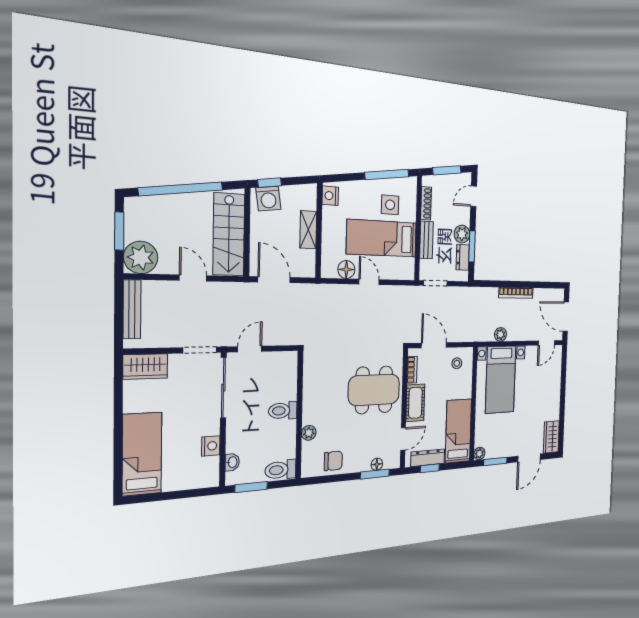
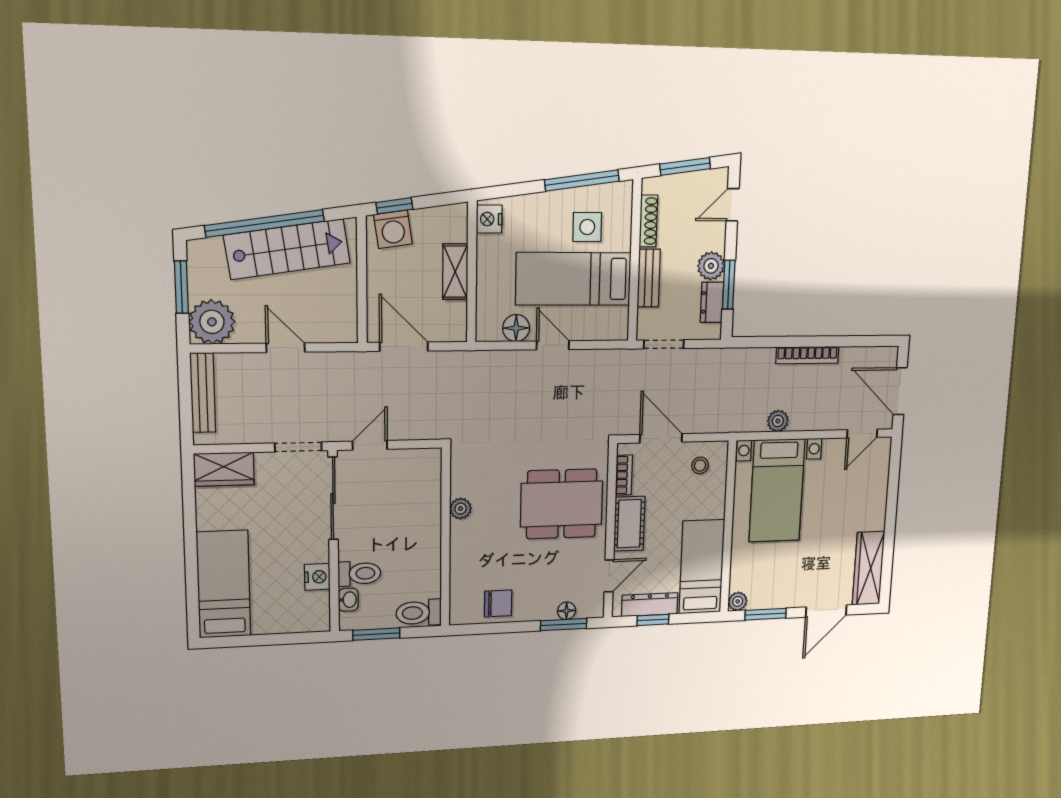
stairs: (229, 234) -> (287, 249), moved, turned -98
toilet: (283, 411) -> (359, 574), moved, turned 180
plant: (309, 433) -> (461, 509), moved
wardrobe: (551, 437) -> (868, 568), width x1.50

